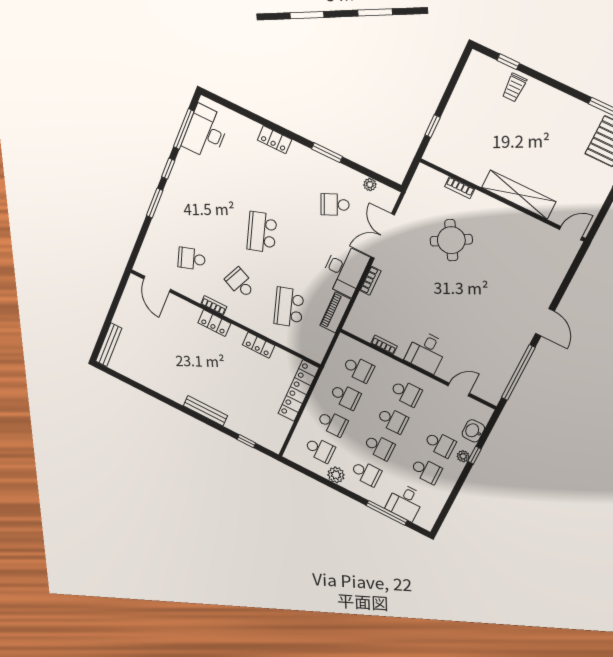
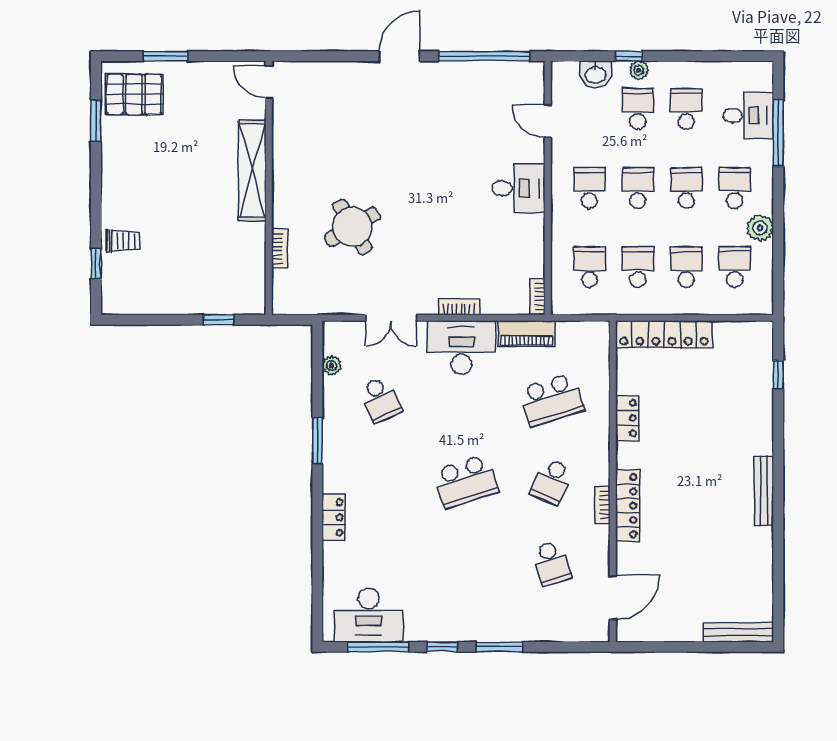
double door: (383, 236) -> (391, 318), width x0.73
locker: (214, 323) -> (627, 506), width x1.53
bookcase: (384, 345) -> (538, 297), moved
bench: (205, 411) -> (764, 491), moved

